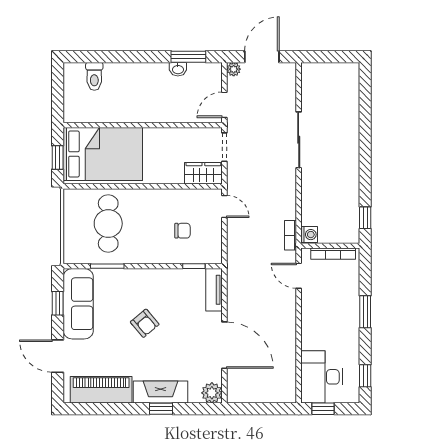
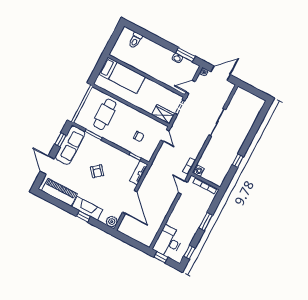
bed: (103, 154) -> (122, 75), width x0.67
window: (58, 157) -> (97, 70), removed
window: (365, 218) -> (238, 161), moved

